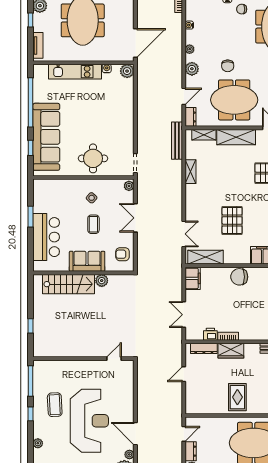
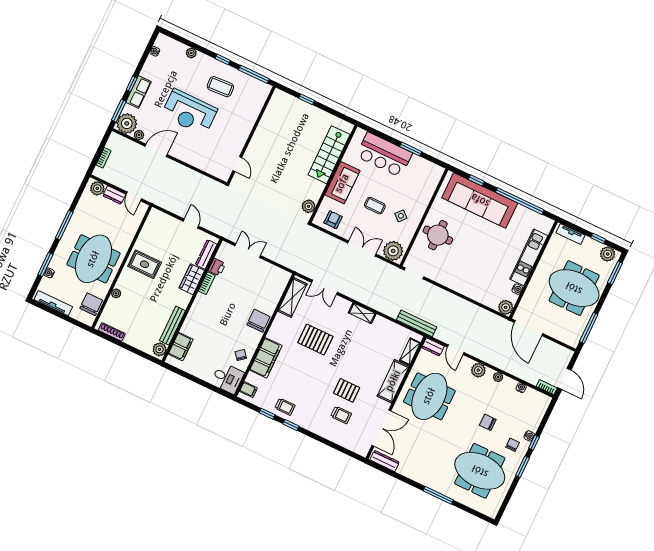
chair: (228, 66) -> (488, 422), moved
shelving: (191, 172) -> (362, 313), moved
plant: (129, 186) -> (393, 251), width x1.88, depth x1.88
filing cabinet: (193, 278) -> (278, 276), removed
plant: (102, 281) -> (309, 206), moved
reception desk: (89, 421) -> (189, 112), width x0.74, depth x0.77

